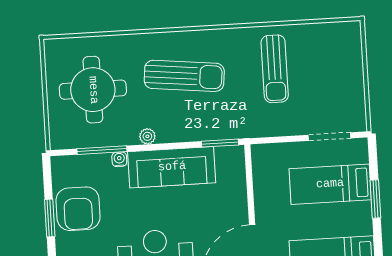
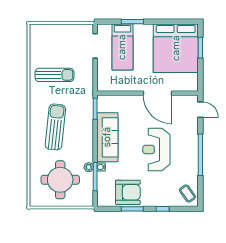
plant: (147, 136) -> (89, 167), moved

